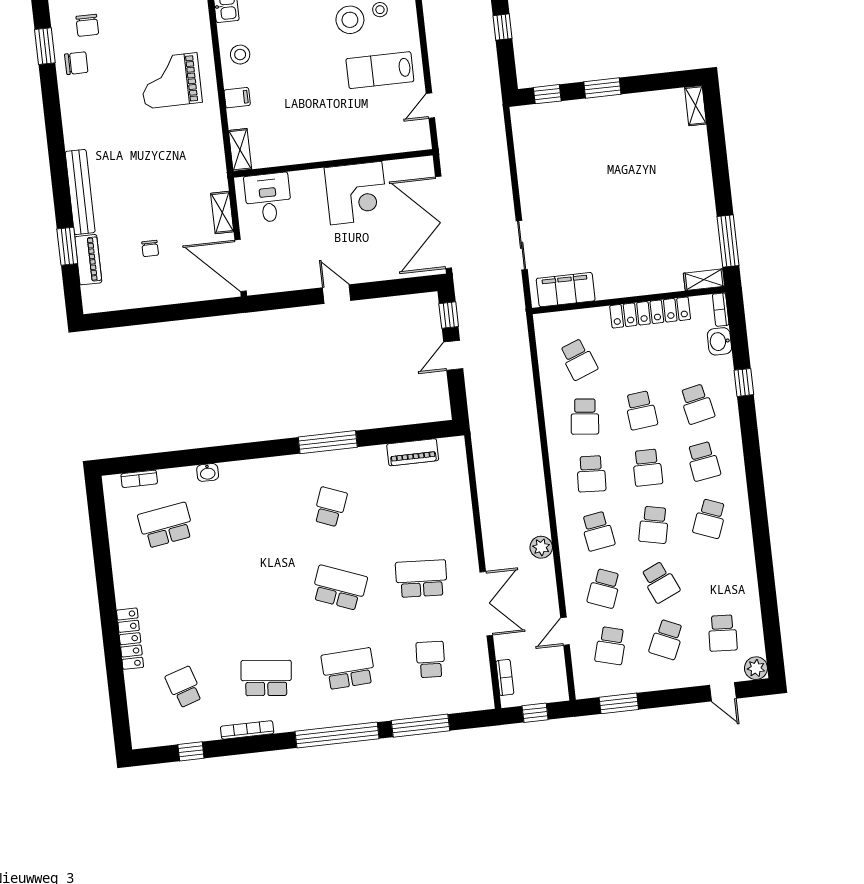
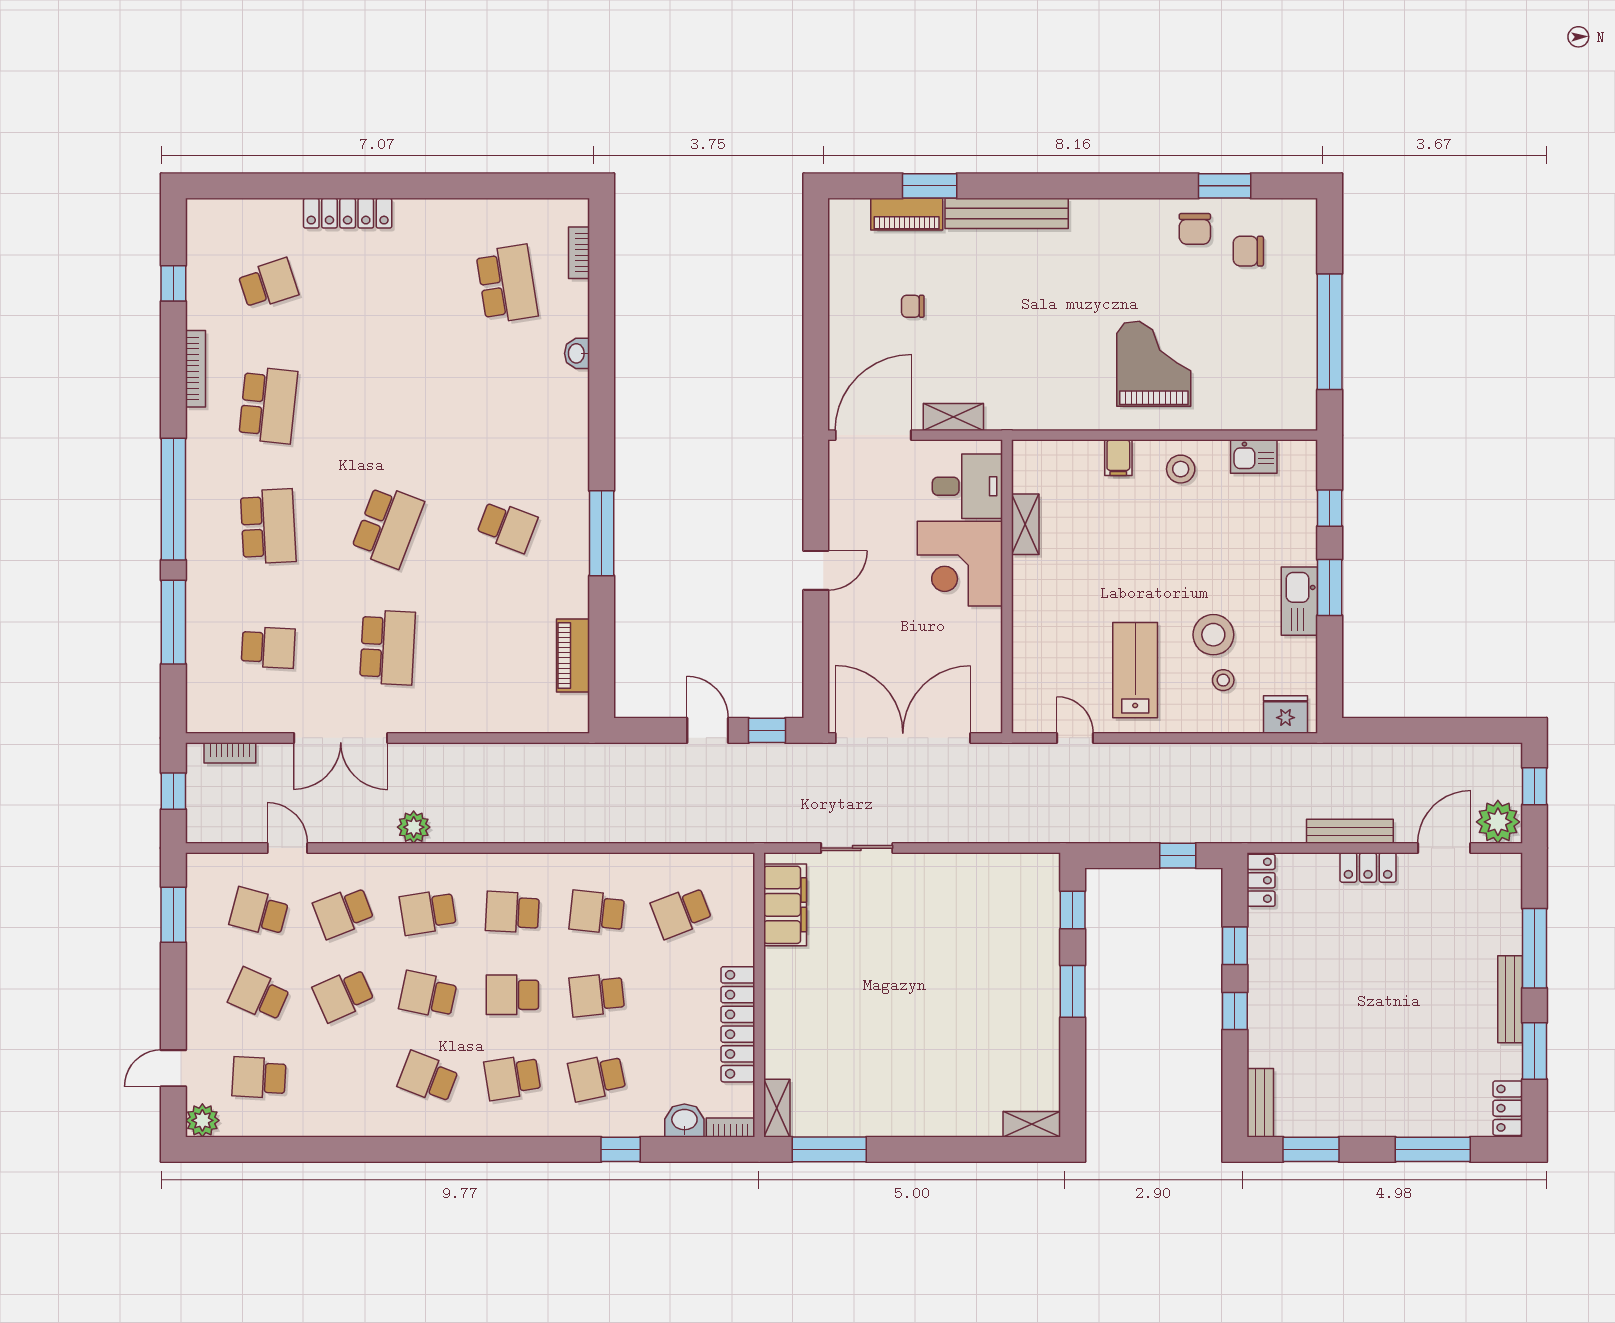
shelving: (240, 150) -> (1025, 524), moved, turned 90
corner desk: (356, 193) -> (960, 564), moved
school desk: (604, 588) -> (343, 912), turned -42

